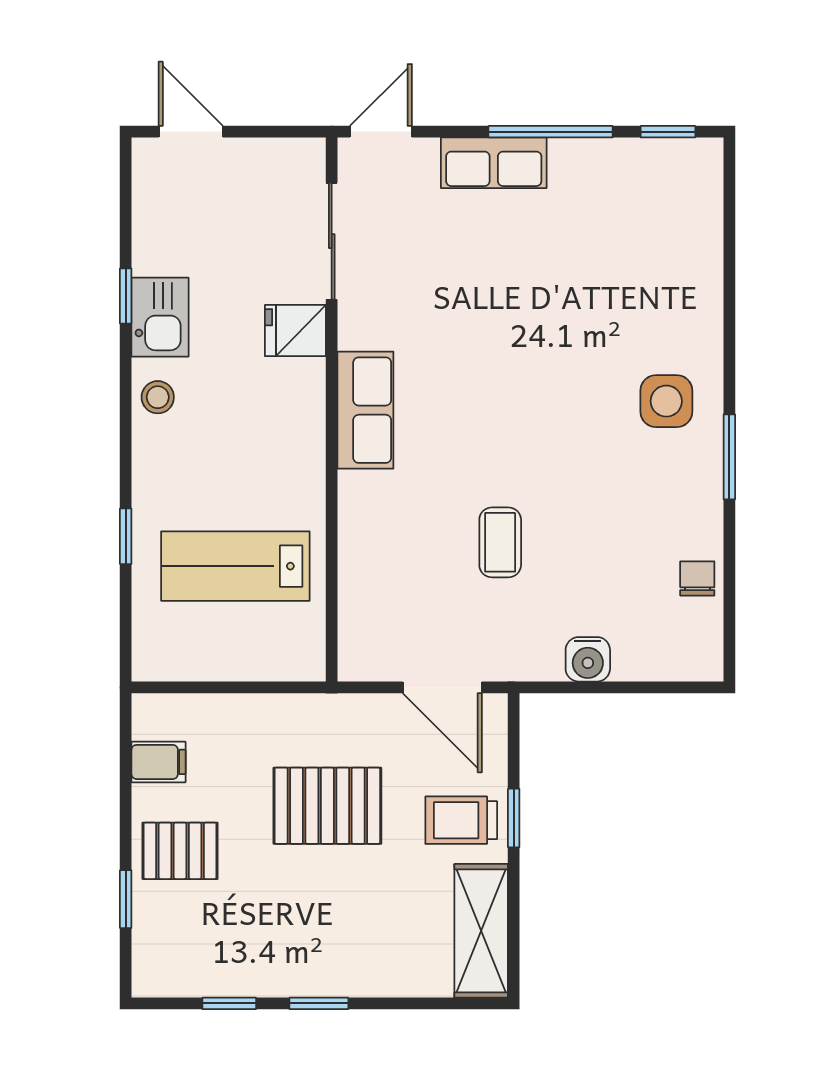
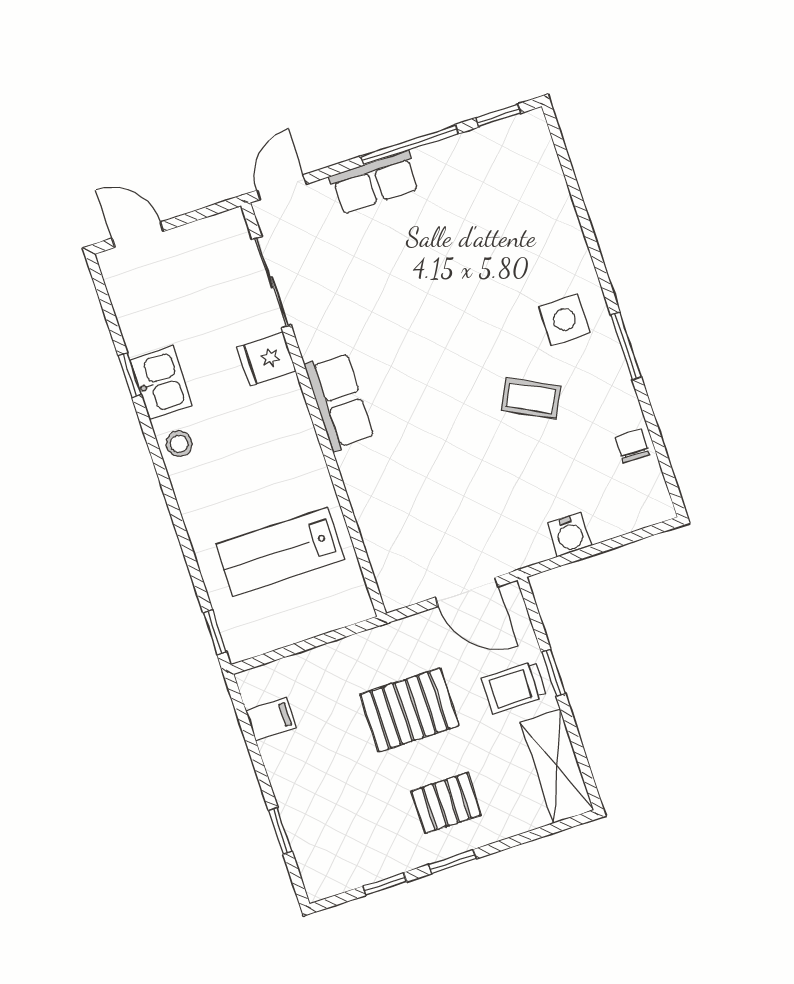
window: (126, 536) -> (215, 632), moved
coffee table: (500, 542) -> (531, 398), moved, turned -63
pallet: (180, 851) -> (446, 803), moved

